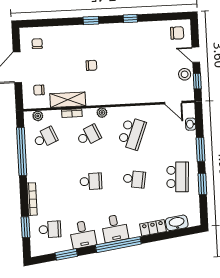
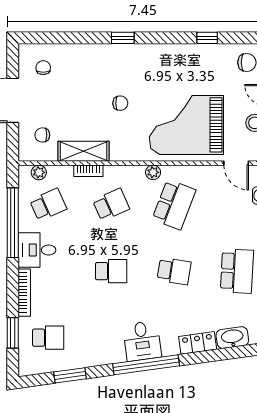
window: (130, 18) -> (207, 38), moved
grand piano: (138, 78) -> (186, 125), added
plant: (102, 113) -> (153, 172), moved
desk: (83, 234) -> (37, 250), moved, turned 98

